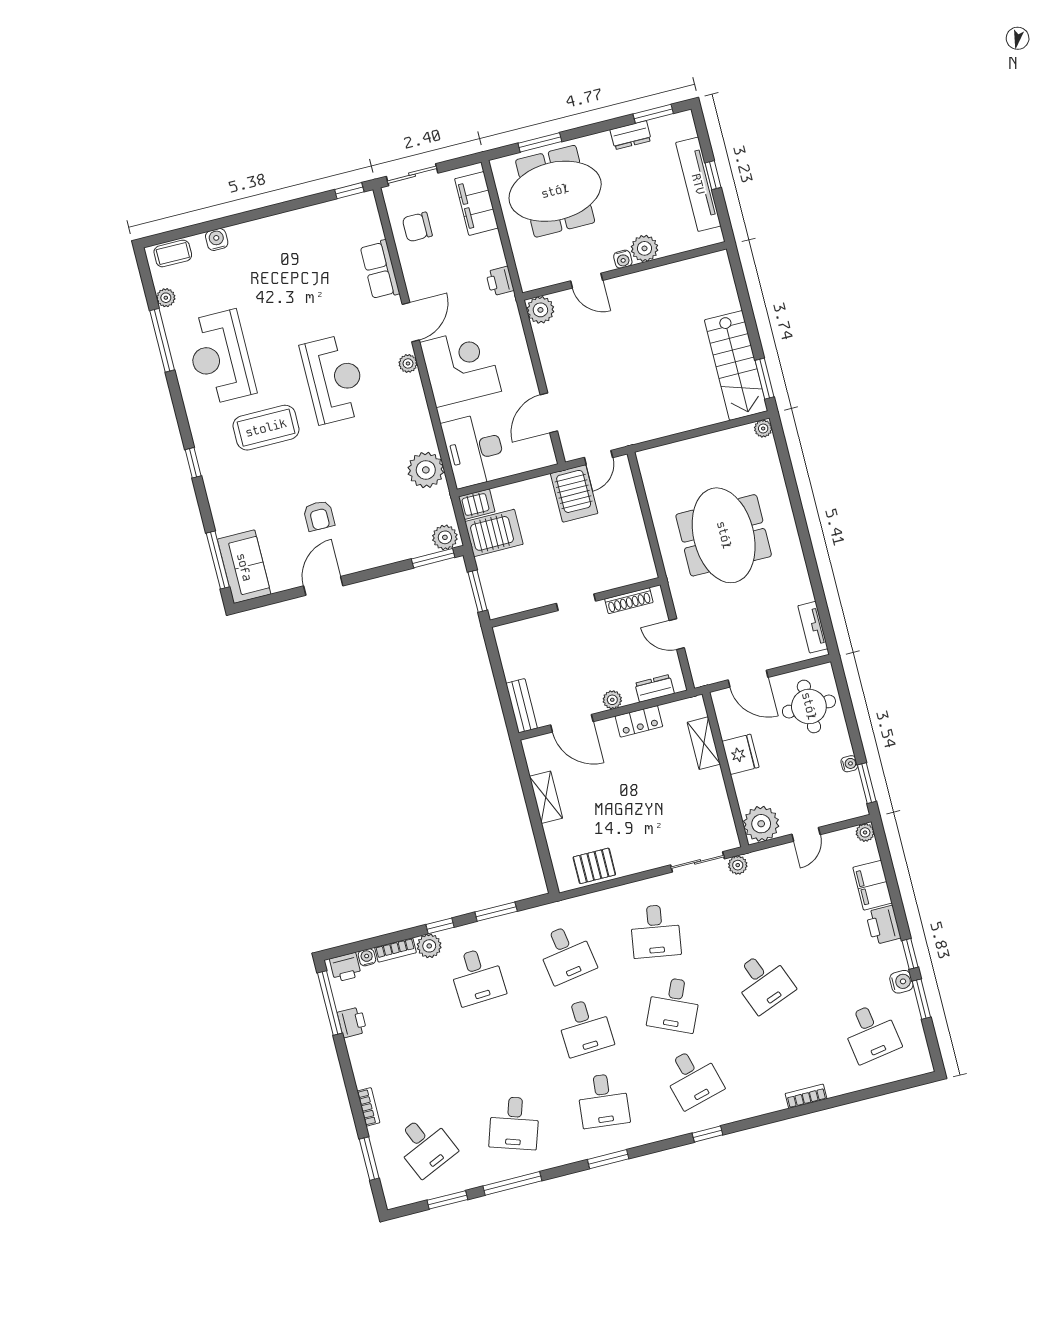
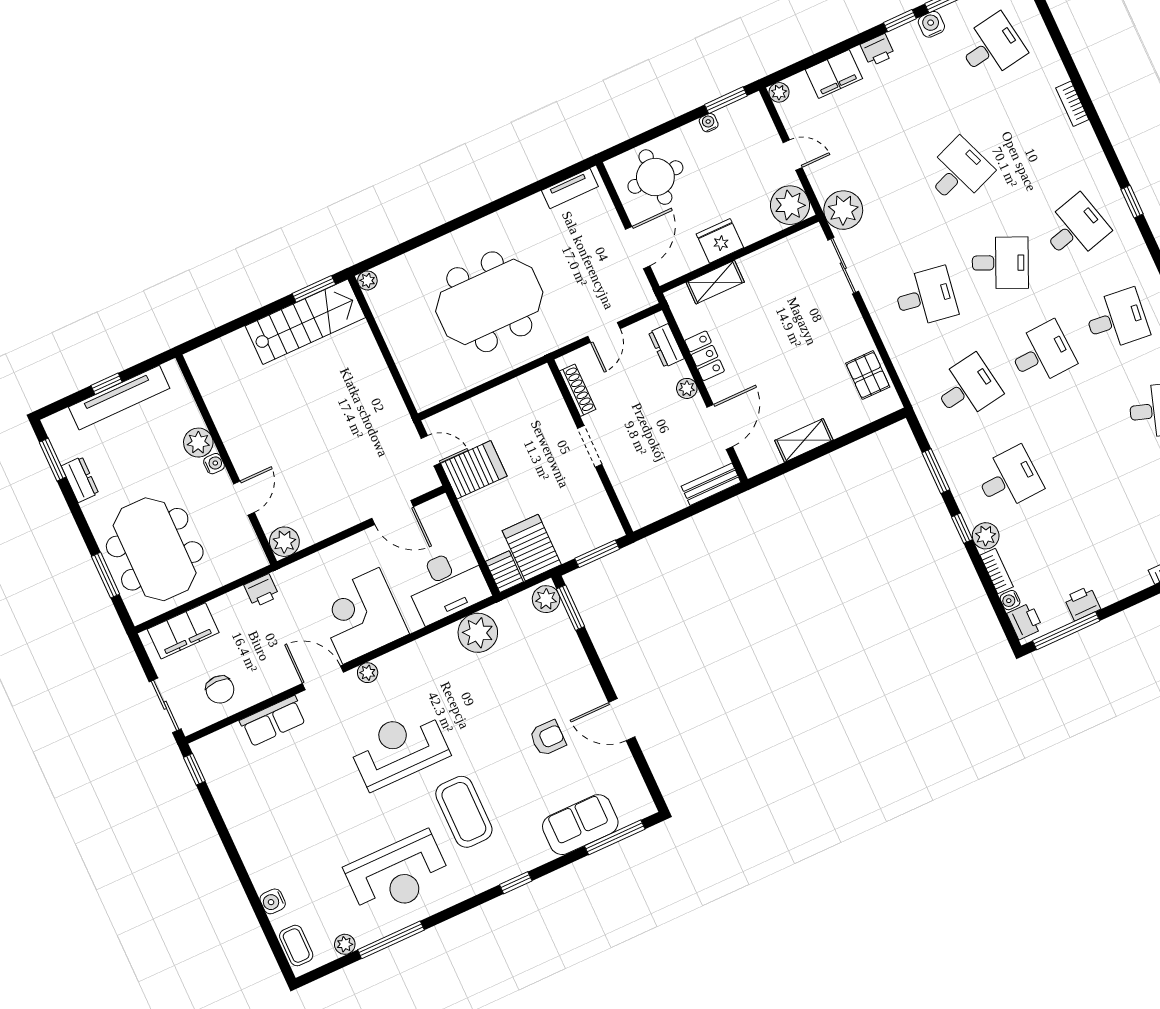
sofa: (244, 567) -> (580, 825), moved
plant: (738, 865) -> (843, 210), width x1.88, depth x1.88
printer: (883, 925) -> (878, 50), width x0.73, depth x0.81

